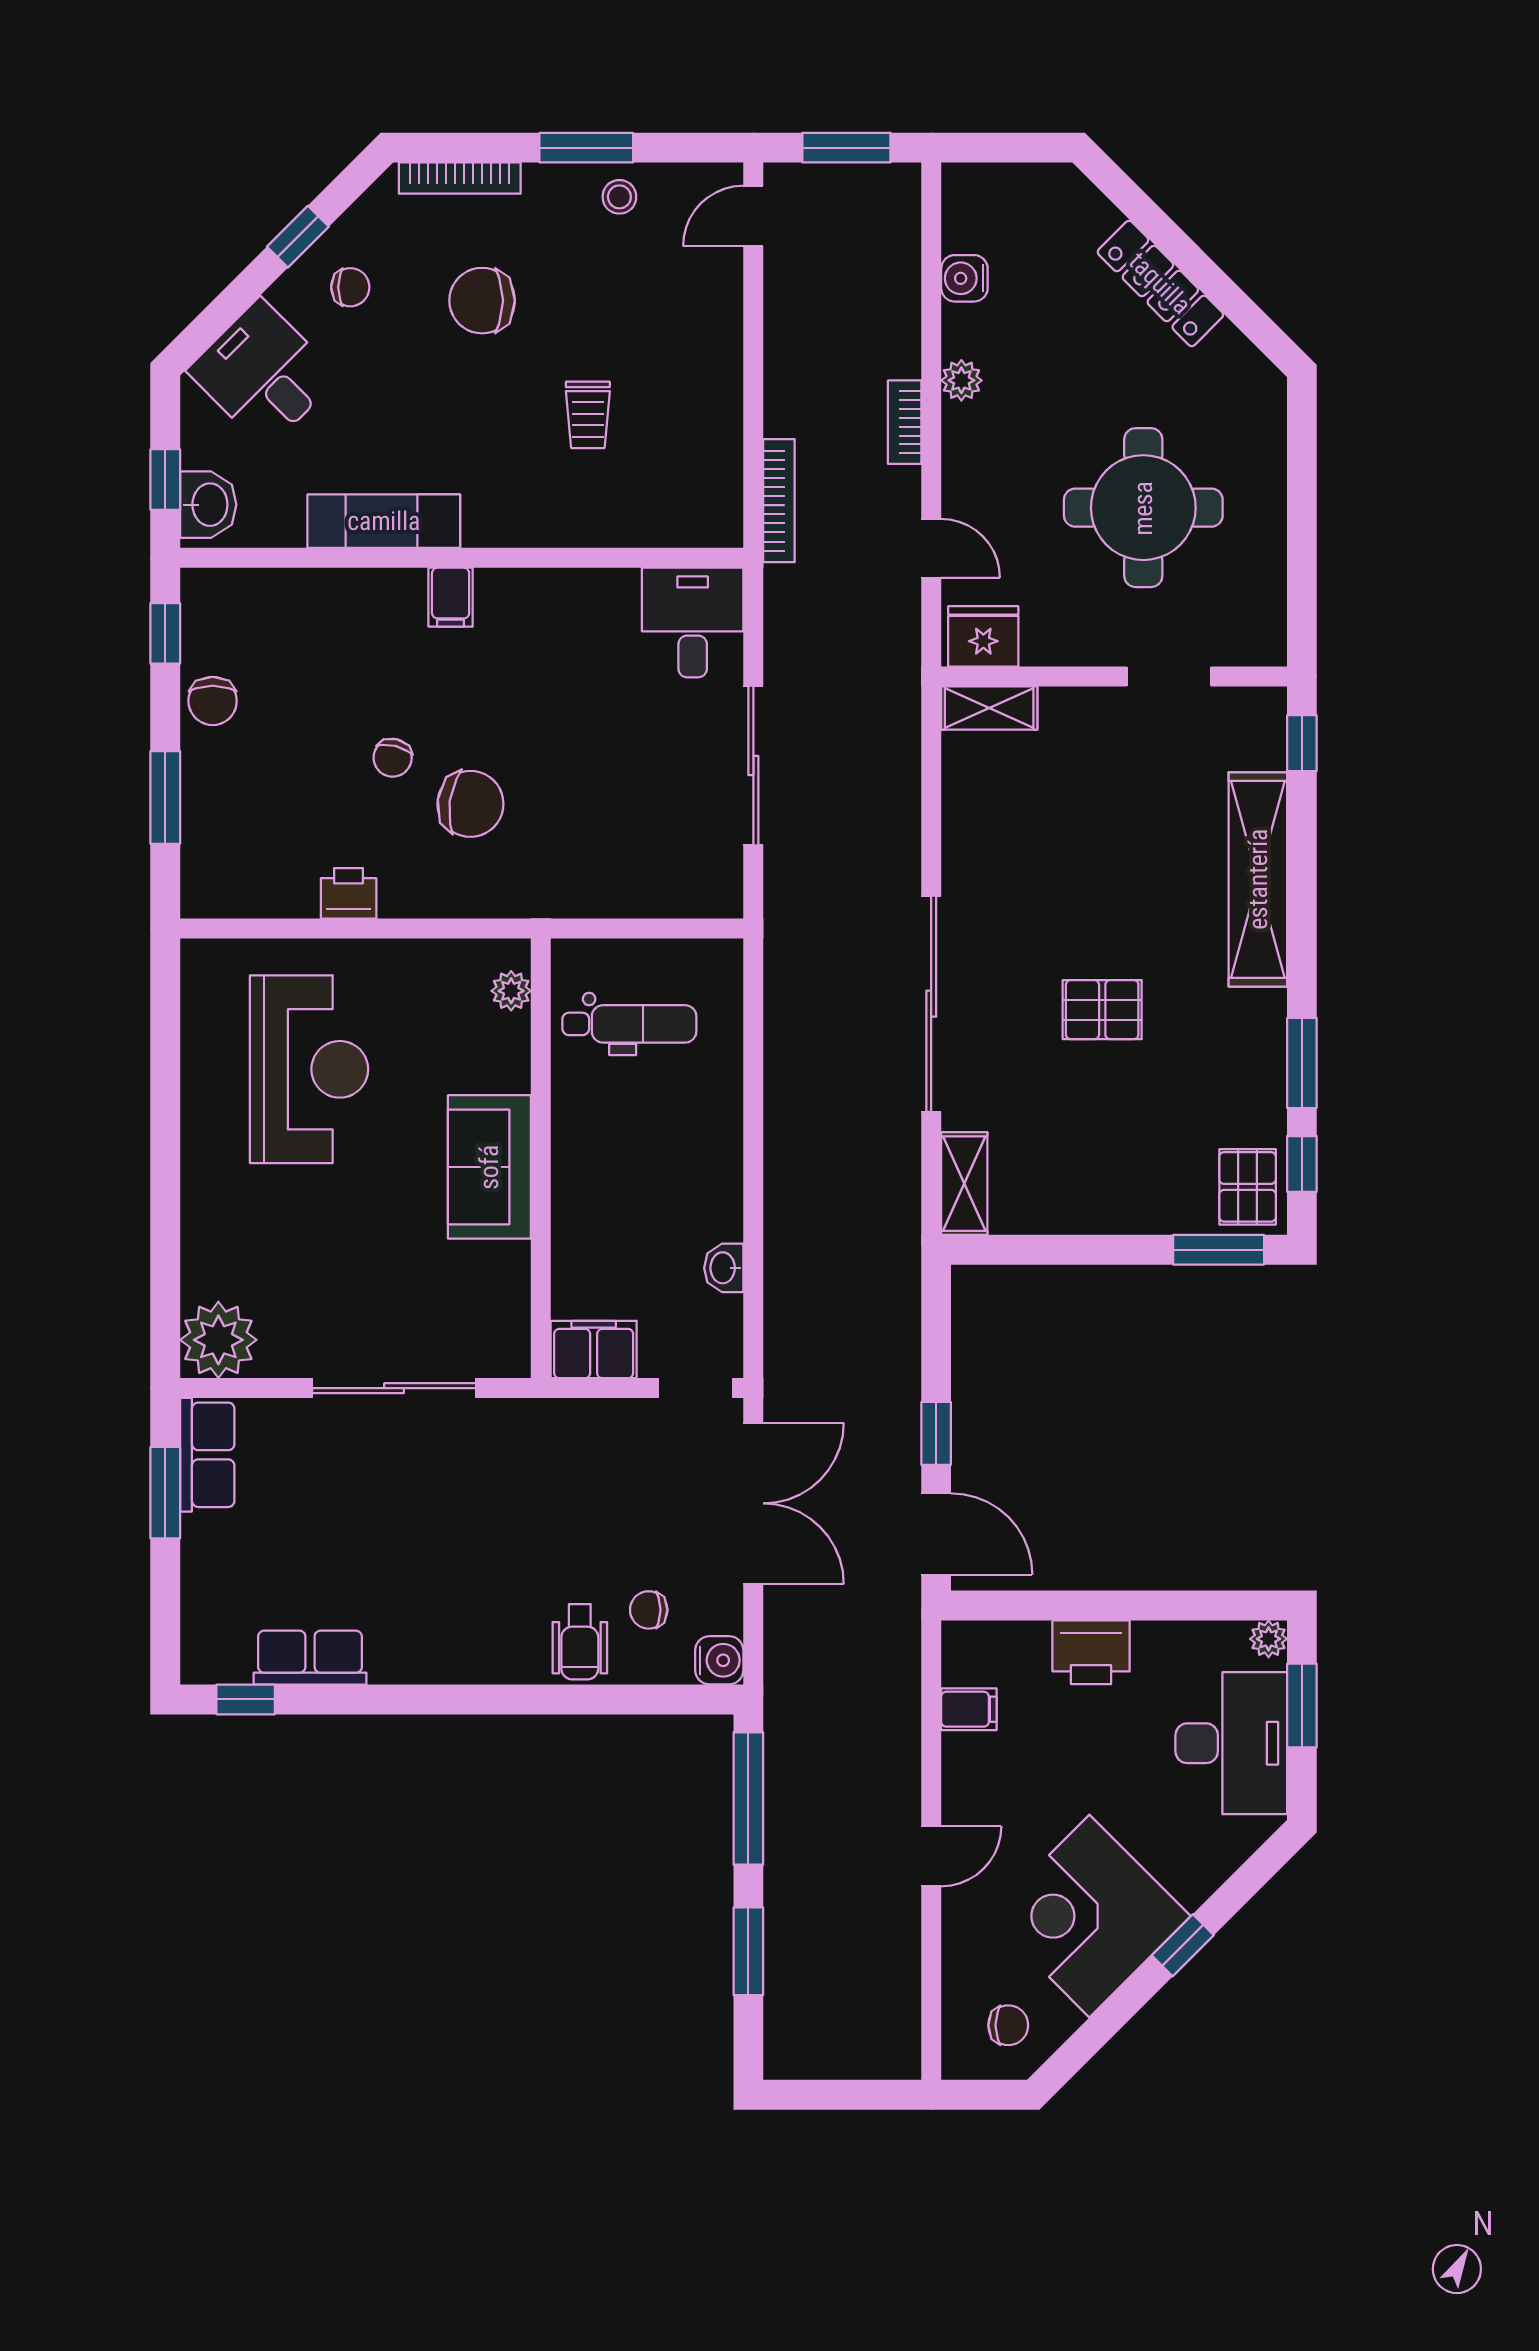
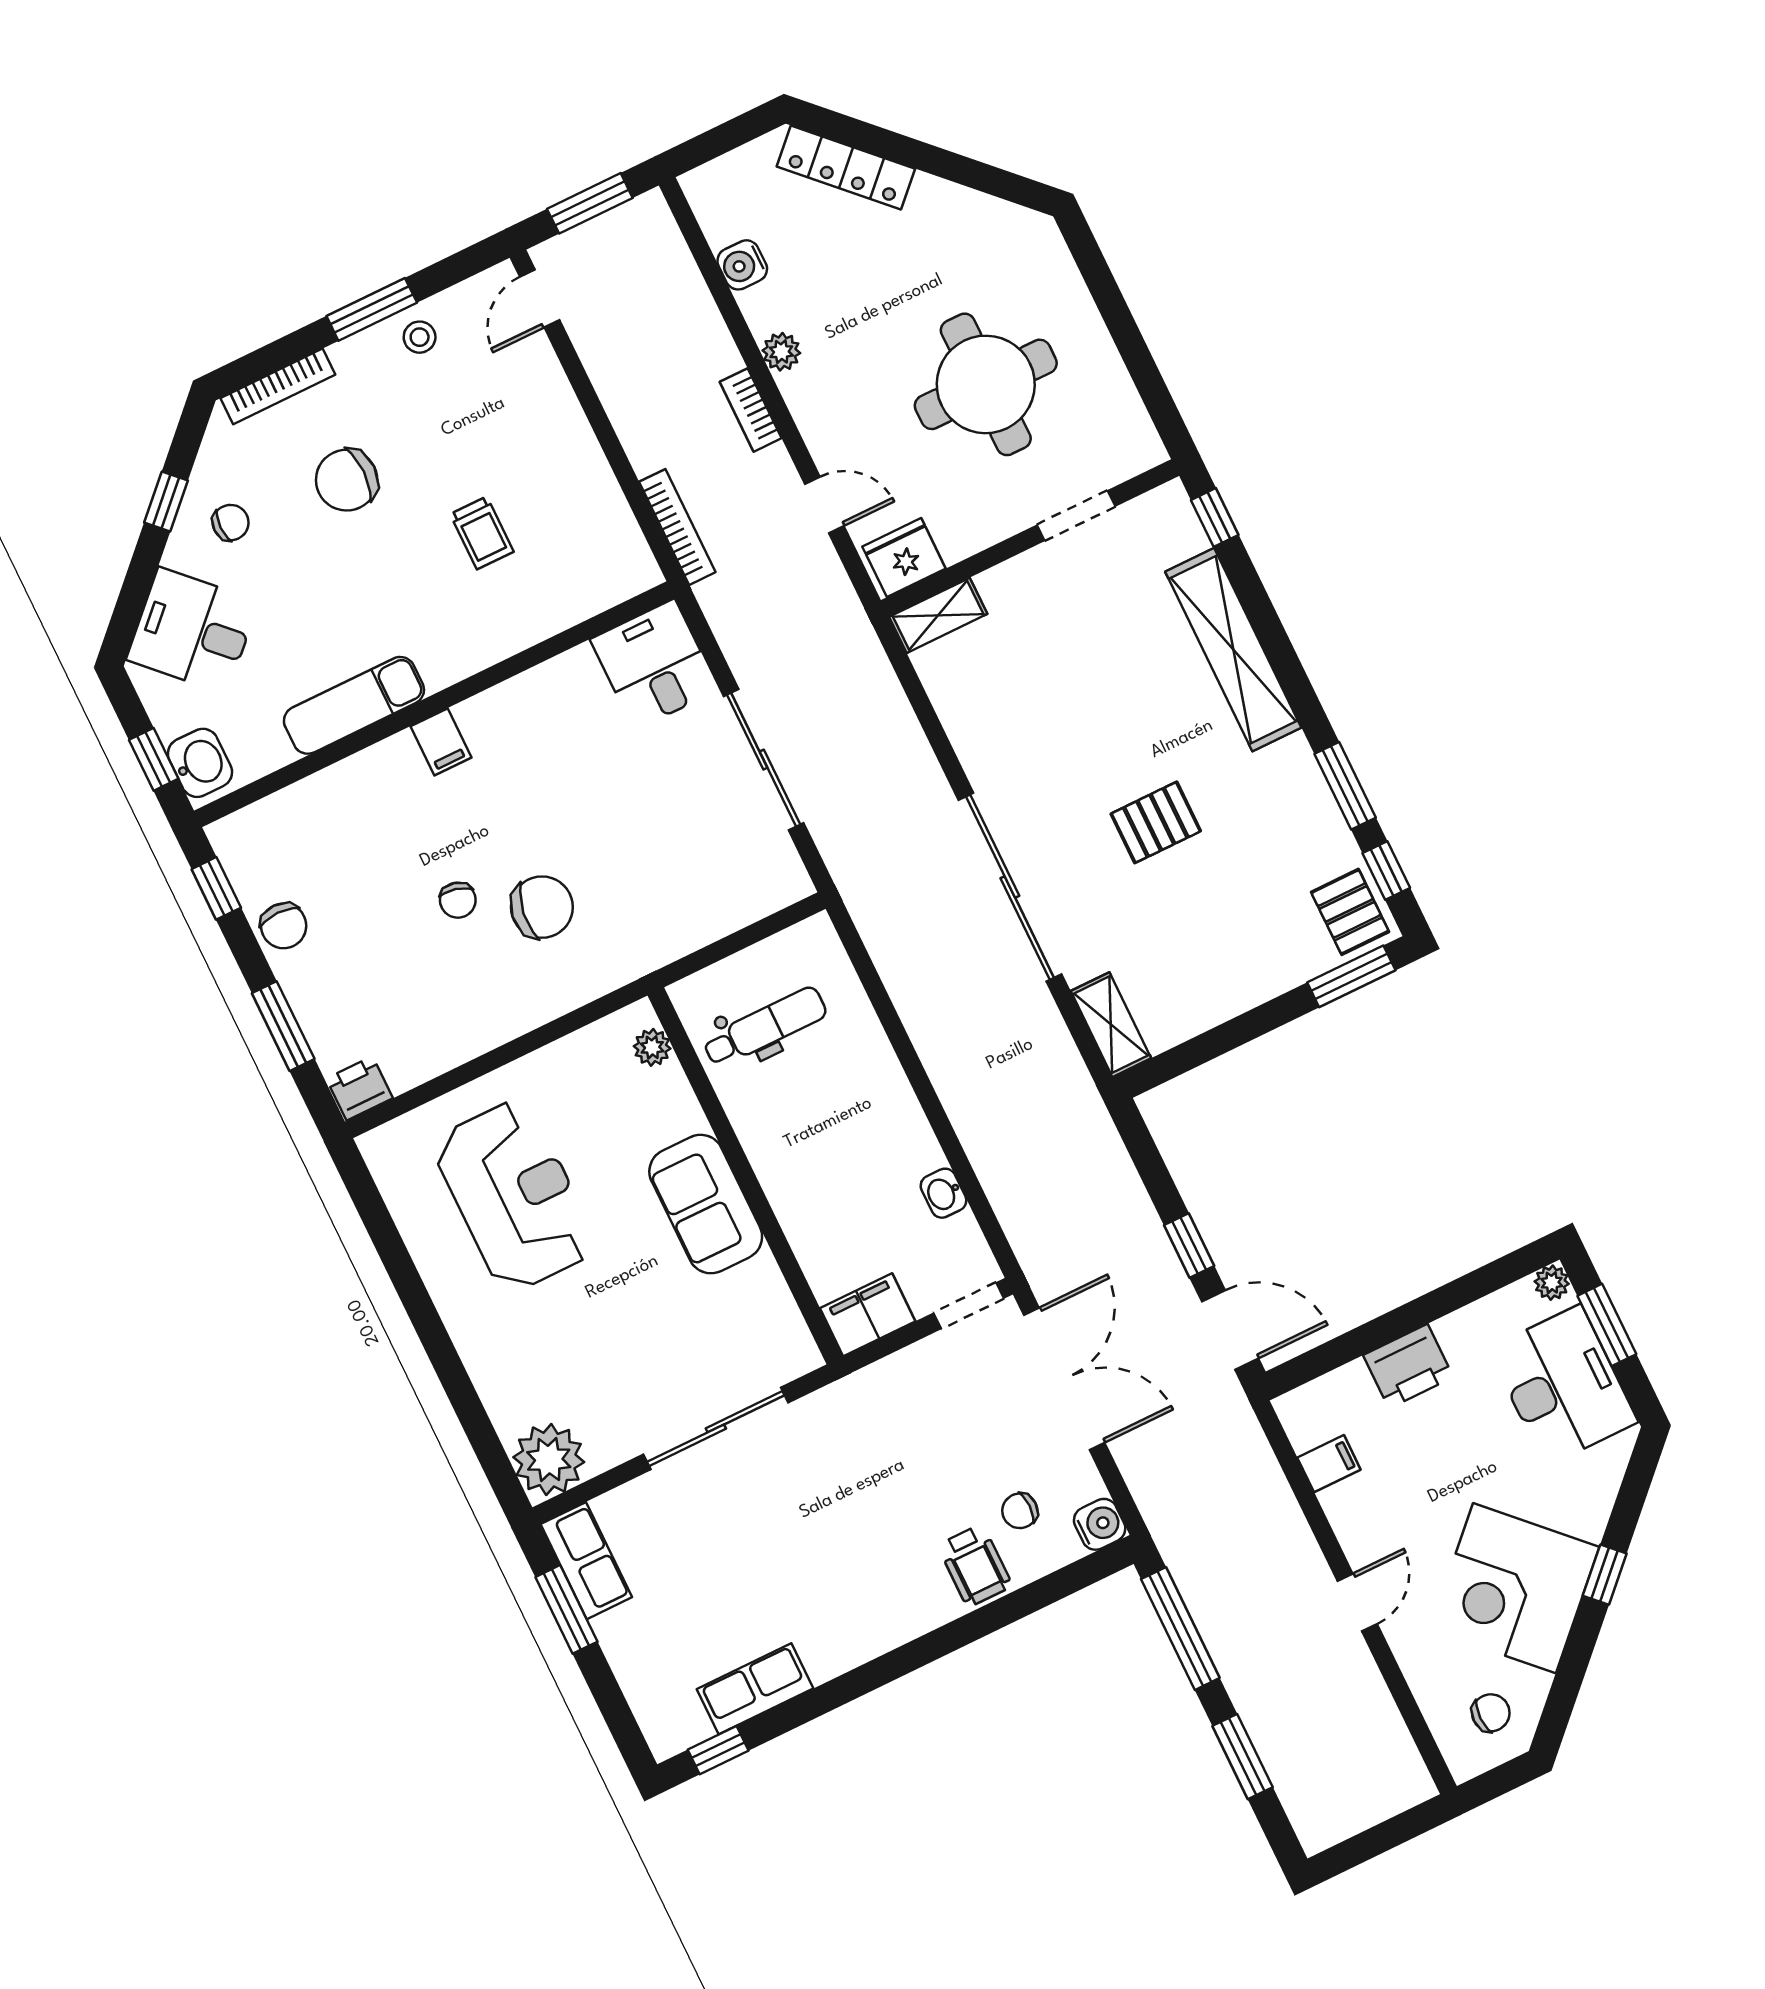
locker: (1160, 283) -> (846, 168), moved
printer: (349, 893) -> (360, 1088), moved

